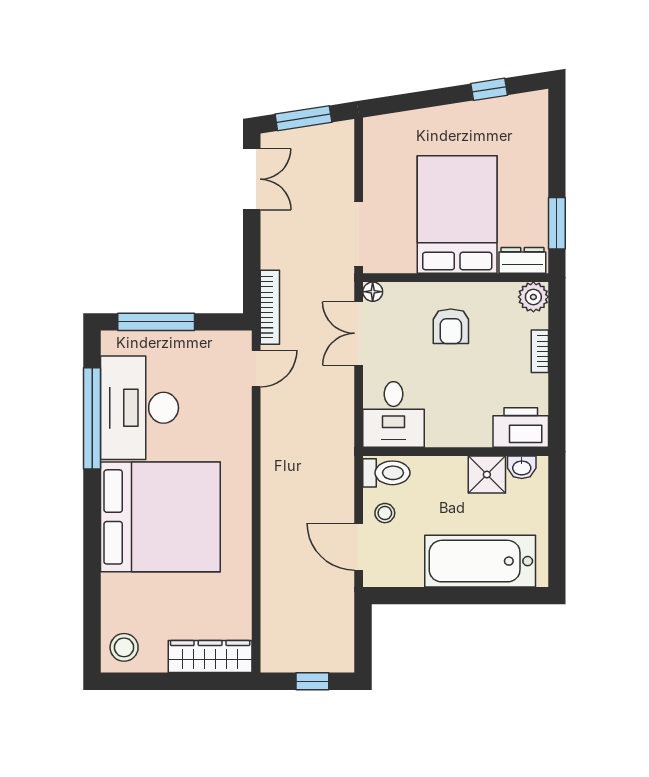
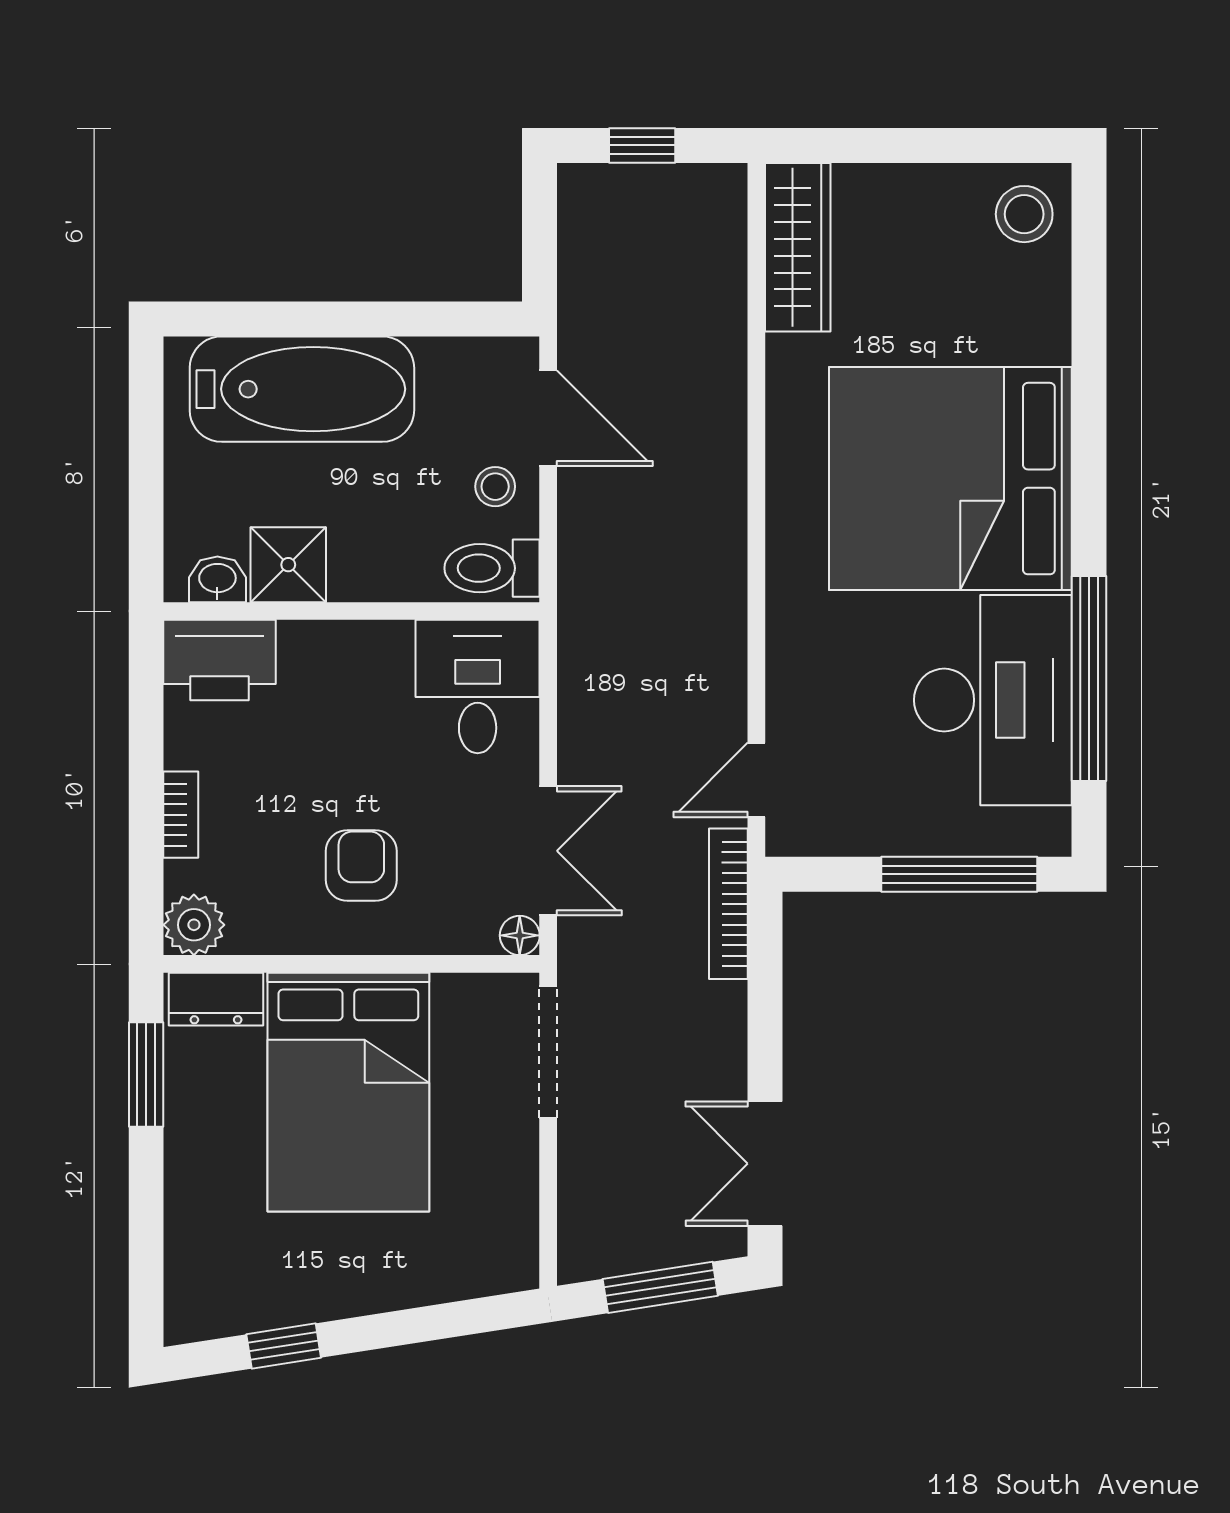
wardrobe: (210, 657) -> (798, 247), moved, turned -90

